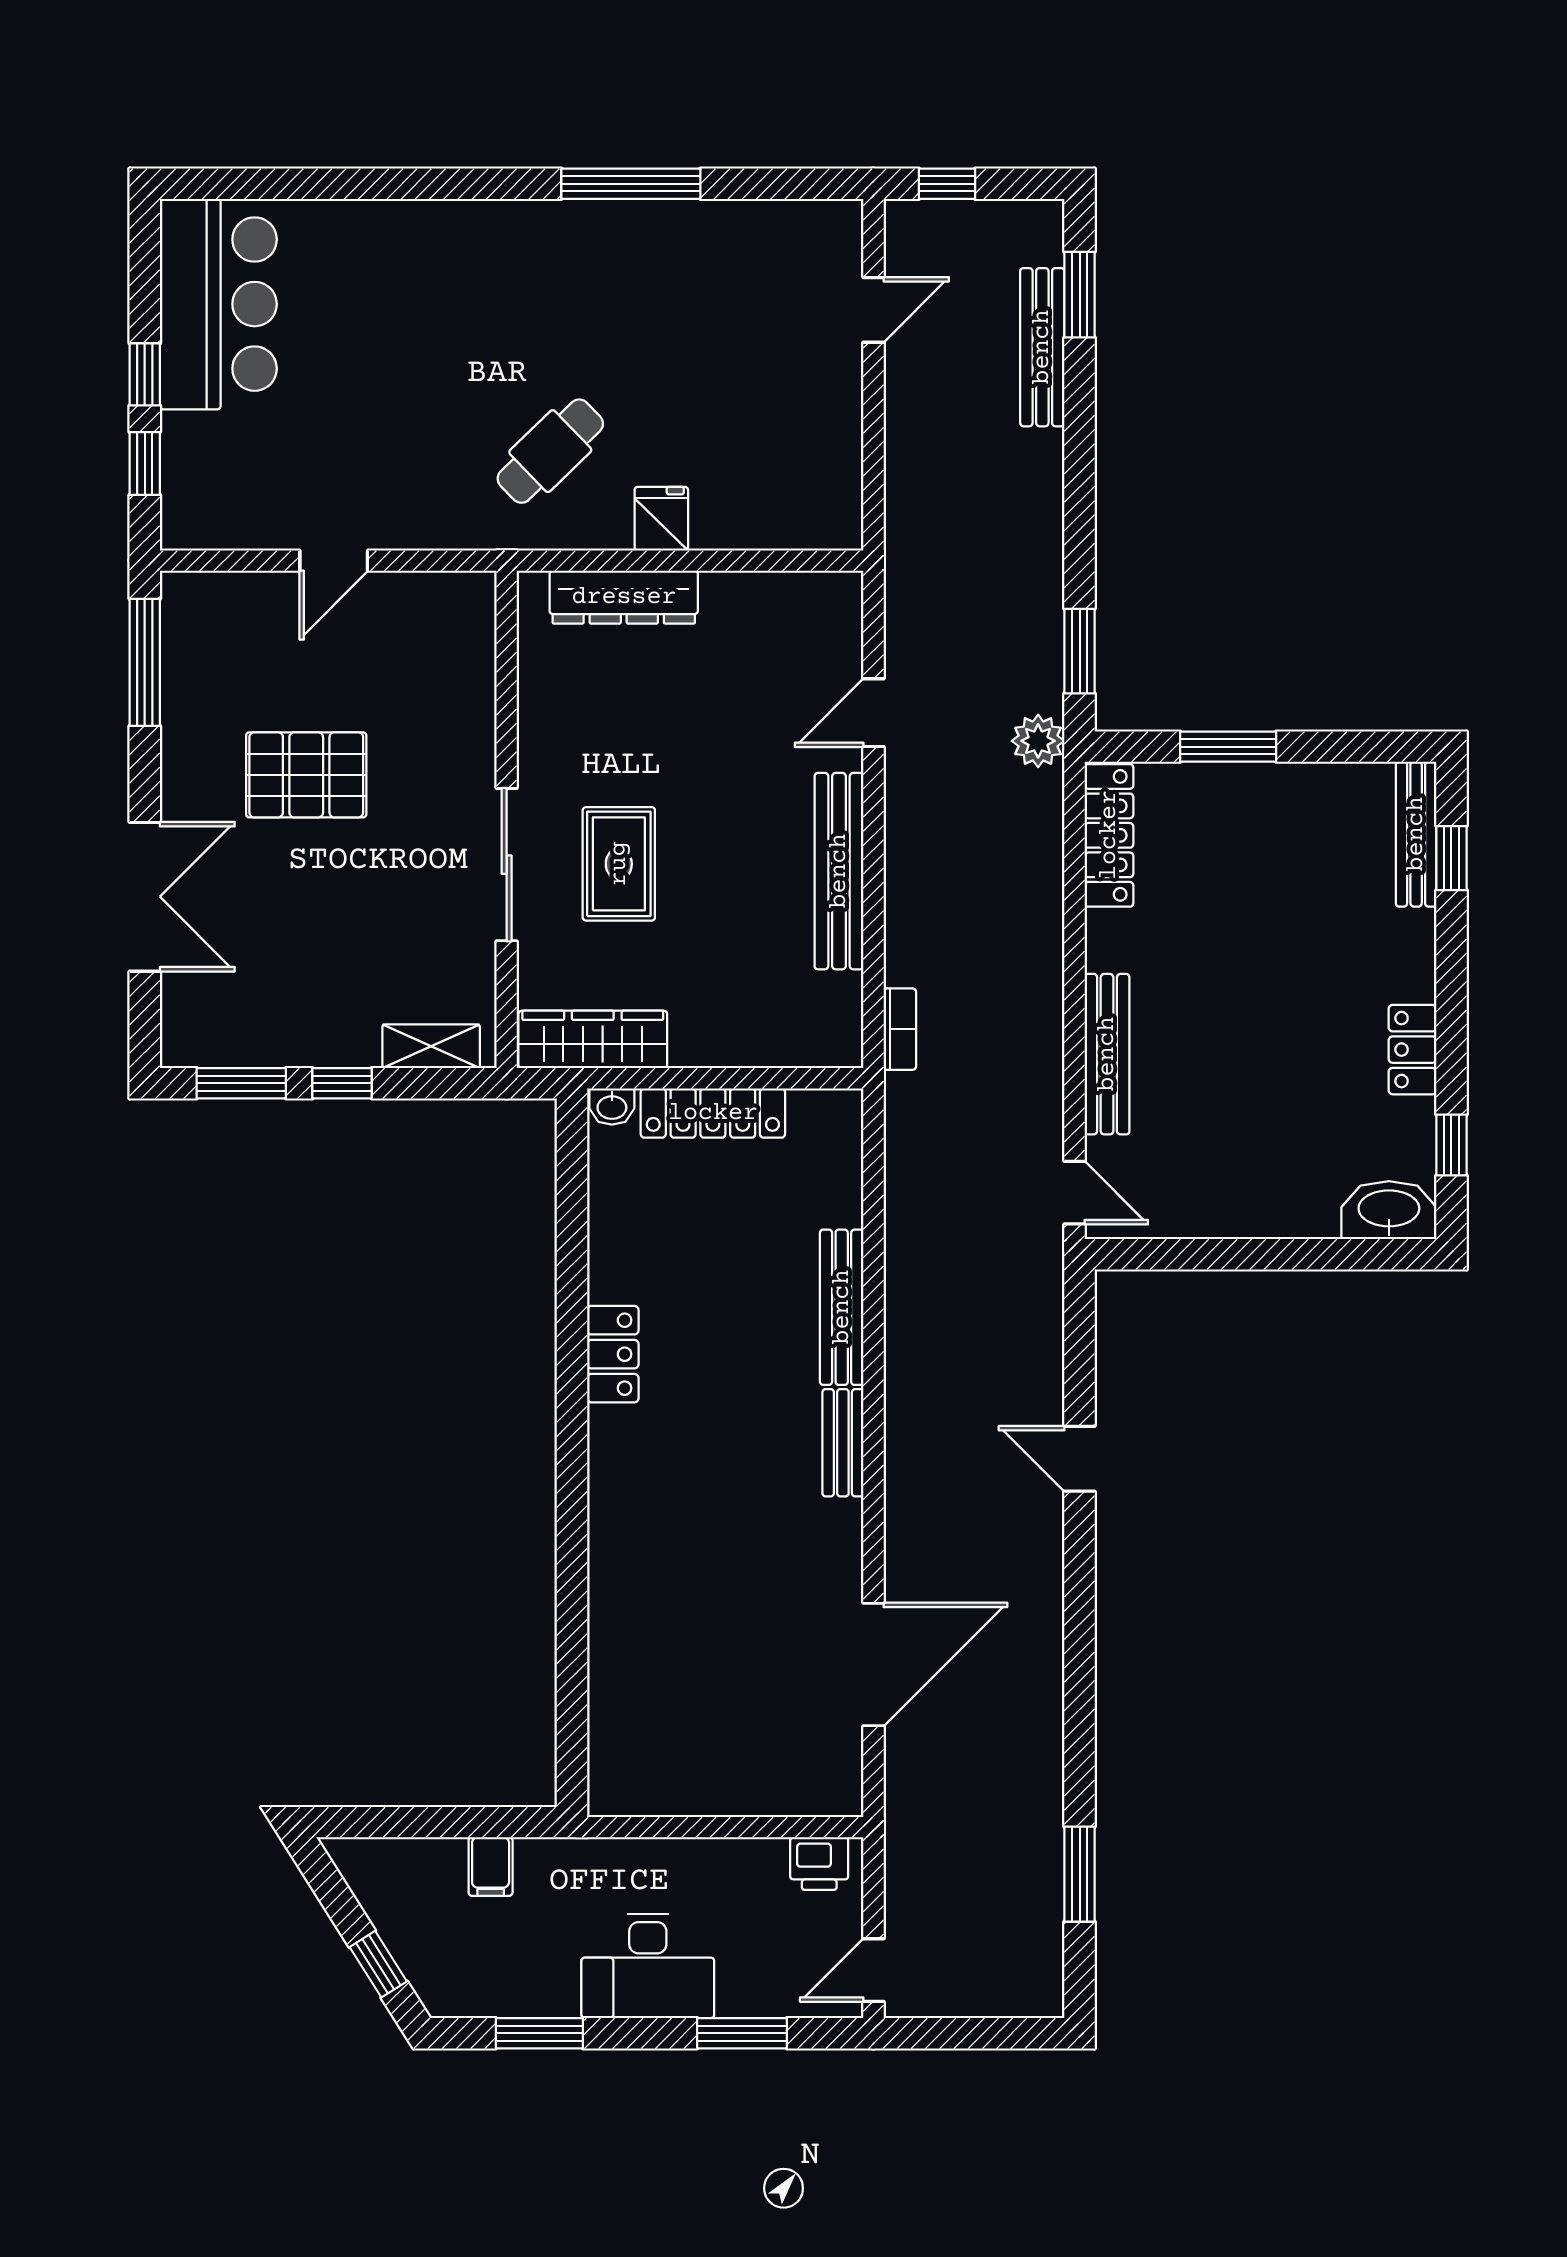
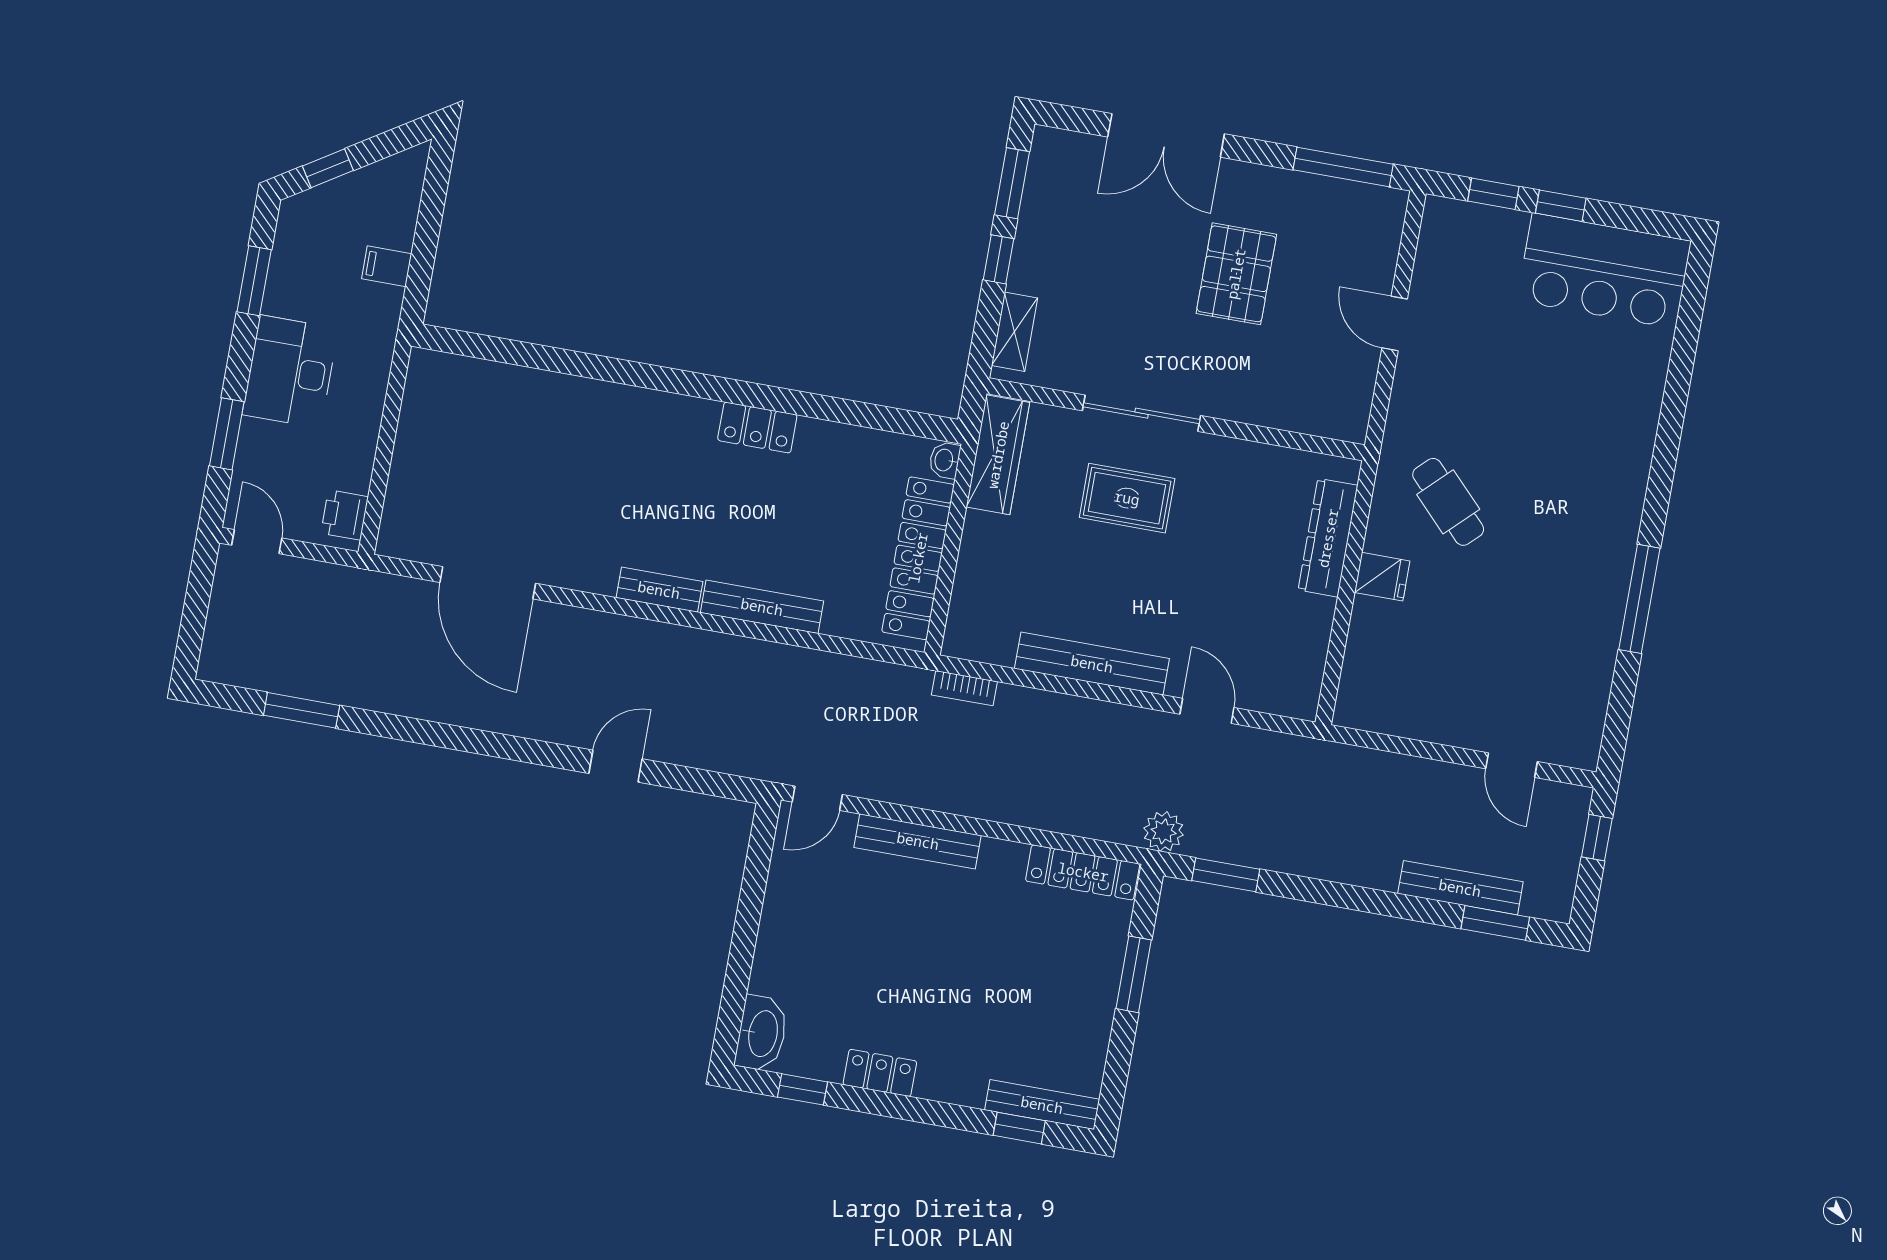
locker: (713, 1113) -> (918, 558), width x1.41, depth x1.21

